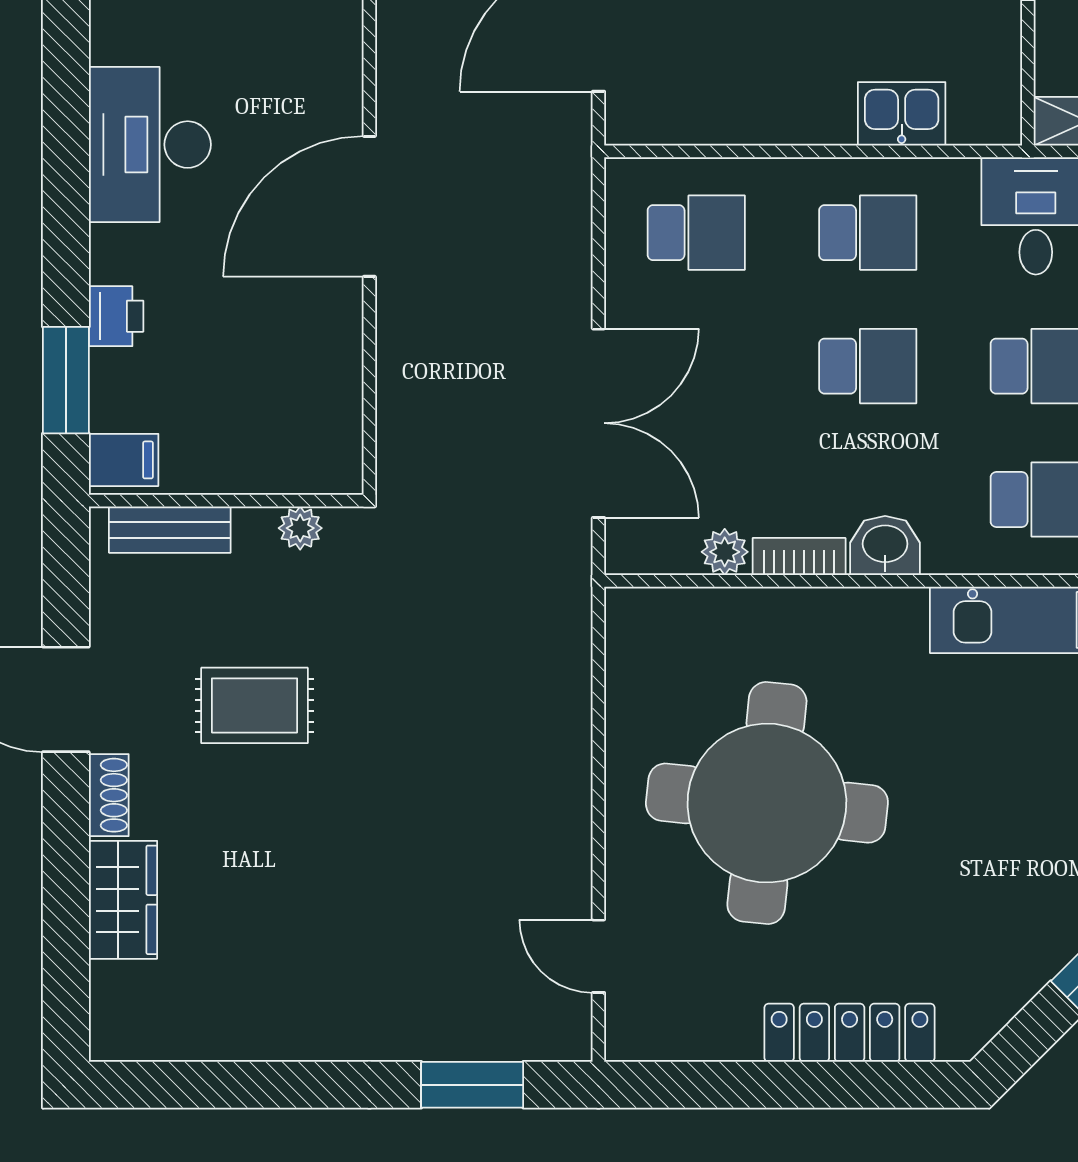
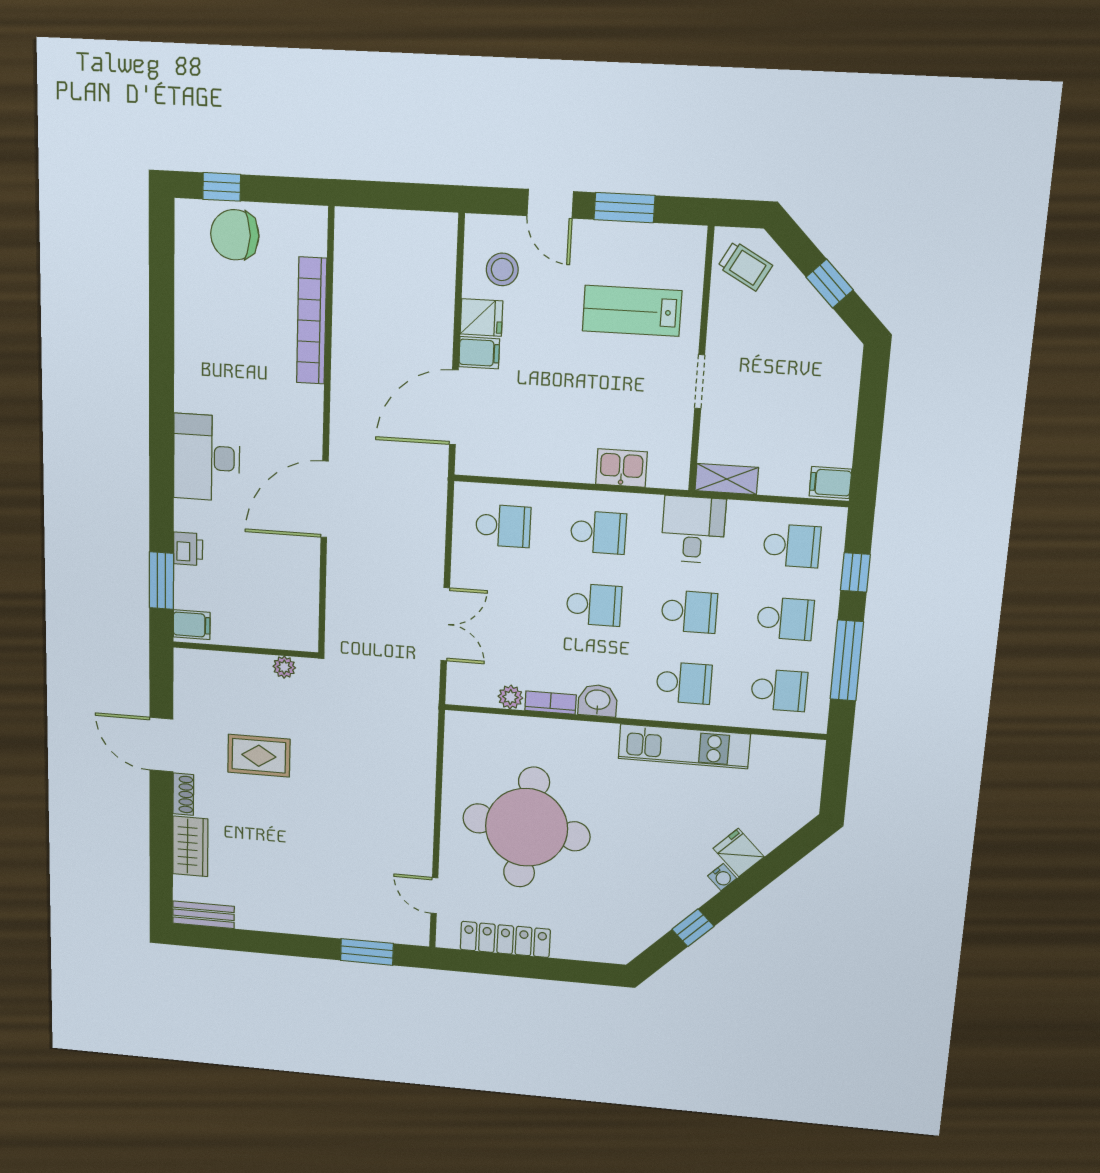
double door: (598, 423) -> (445, 624), width x0.73
bench: (170, 530) -> (203, 915), moved
locker: (850, 1033) -> (505, 939), moved

